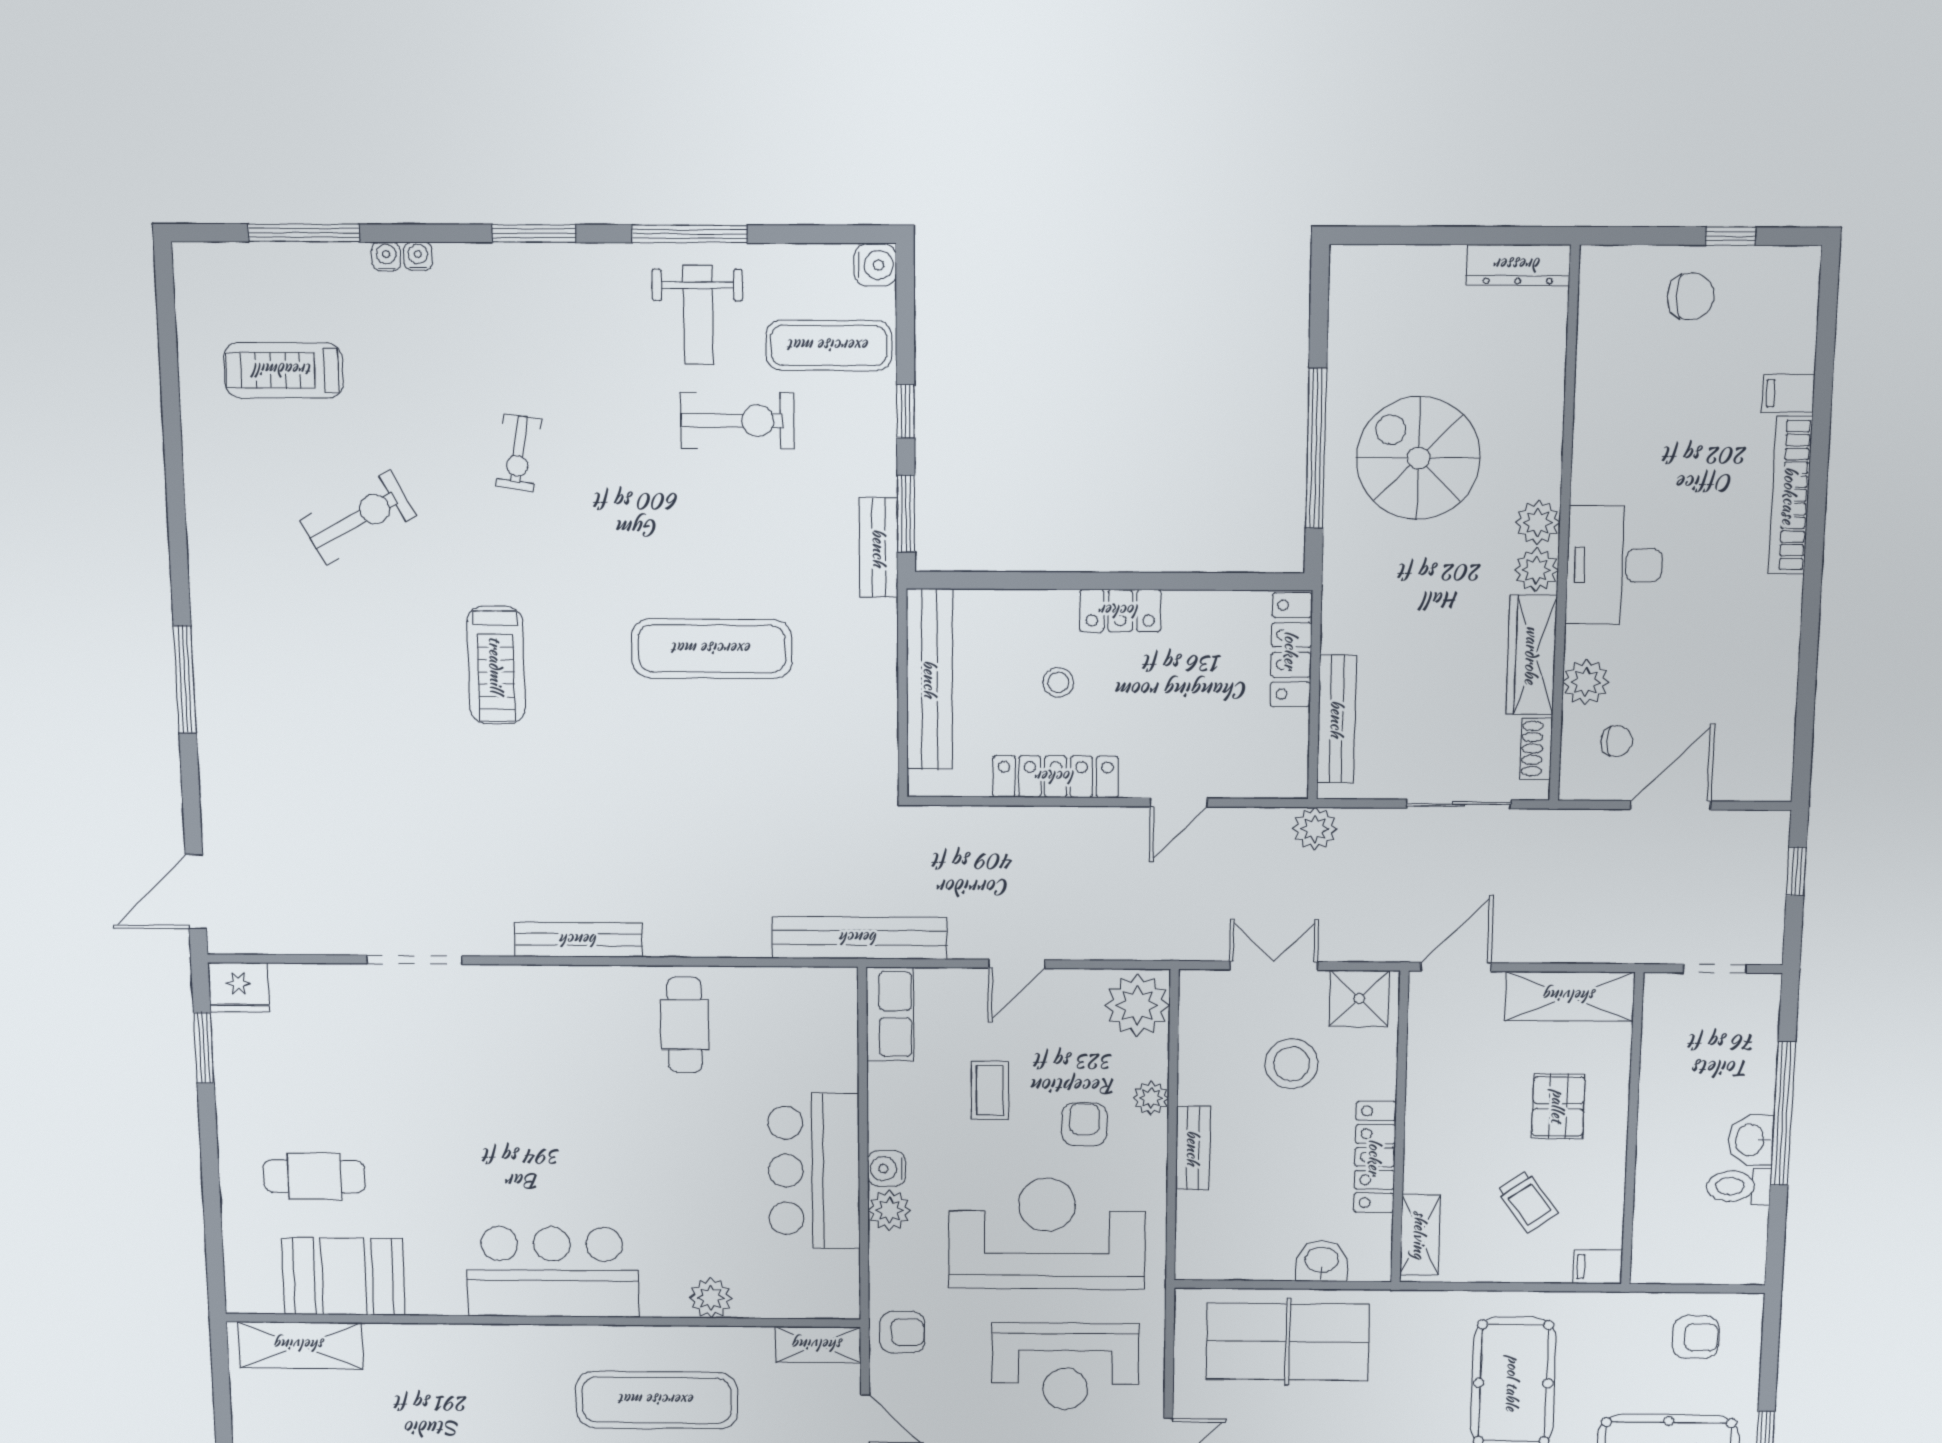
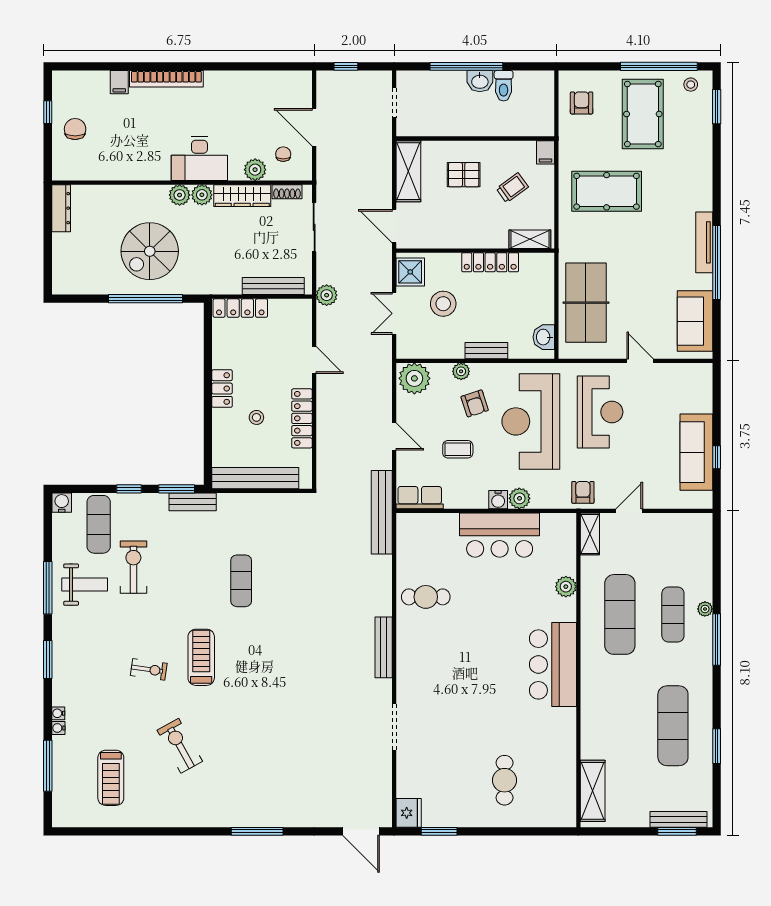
exercise mat: (712, 649) -> (241, 581), width x0.73, depth x0.69
treadmill: (496, 665) -> (201, 657), moved, turned -90
armchair: (1084, 1124) -> (475, 403), turned -108
washbasin: (1322, 1261) -> (544, 337), moved
booth: (343, 1276) -> (556, 768), removed

